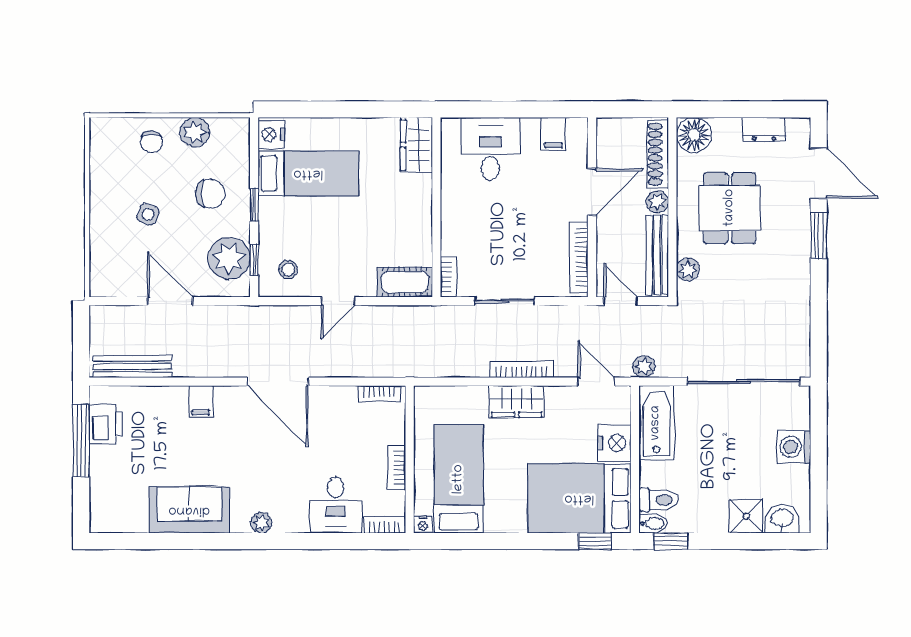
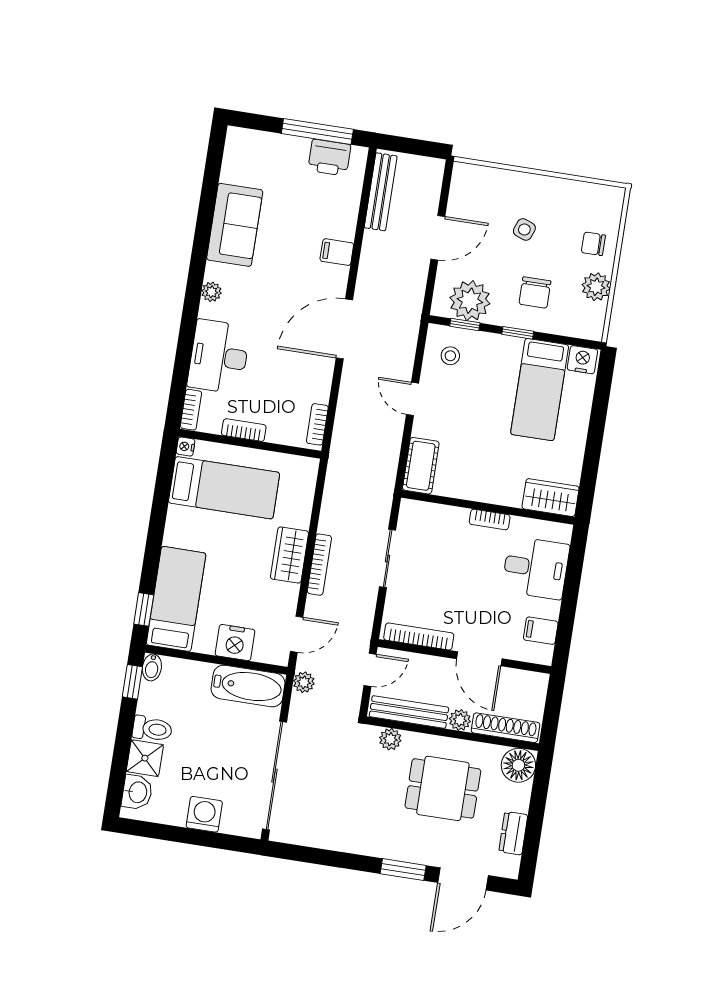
bookcase: (449, 277) -> (490, 520), moved
bed: (579, 498) -> (176, 599), width x0.67
toilet: (659, 500) -> (152, 729), moved, turned -90
desk: (336, 505) -> (219, 357), width x1.37

